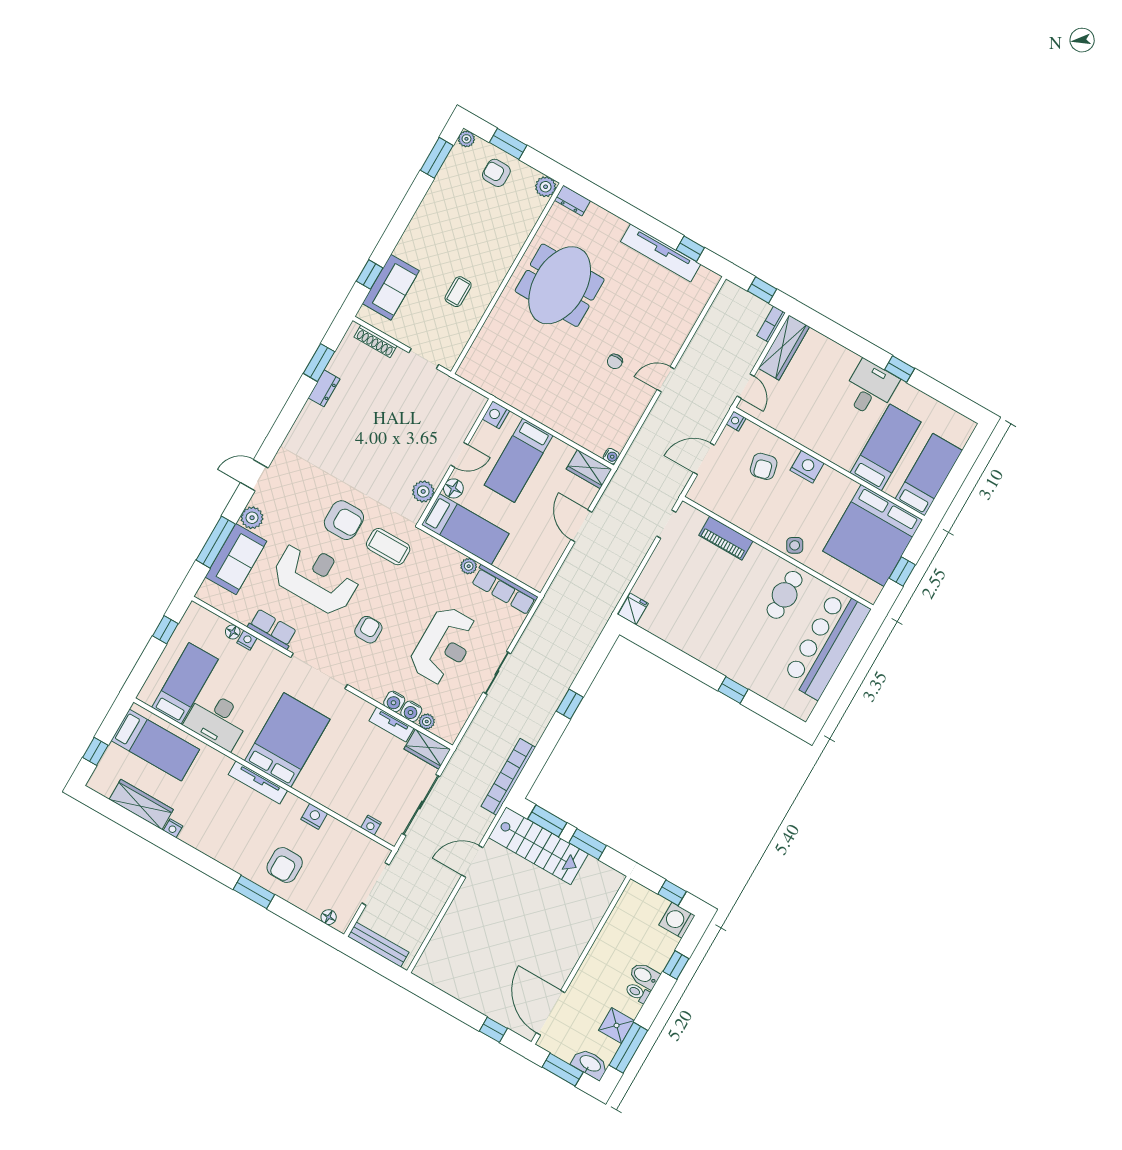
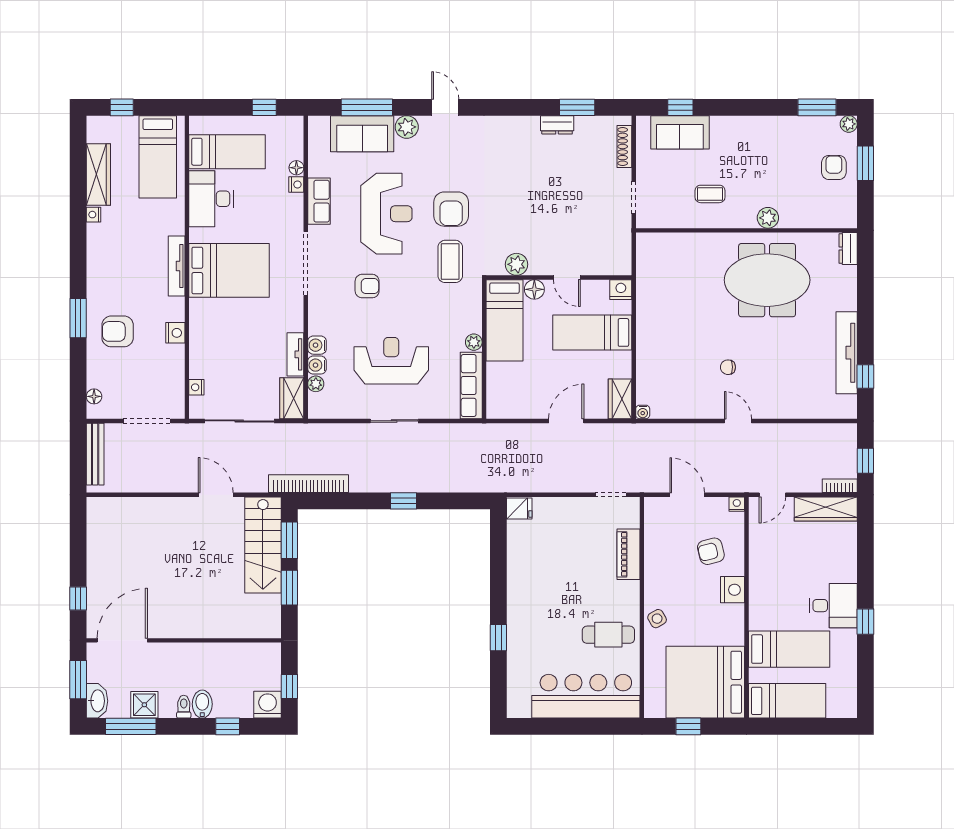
plant: (546, 187) -> (768, 218), moved
reception desk: (444, 646) -> (391, 361), turned 180

